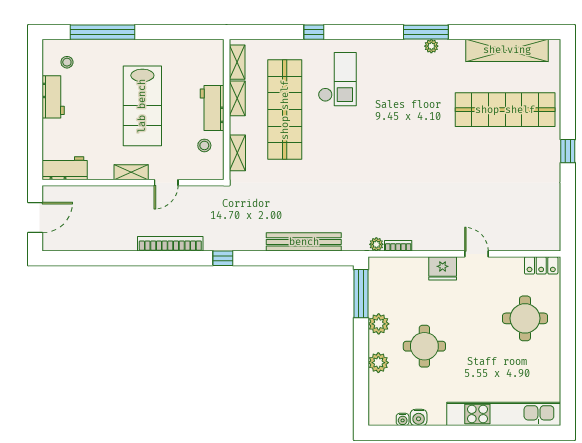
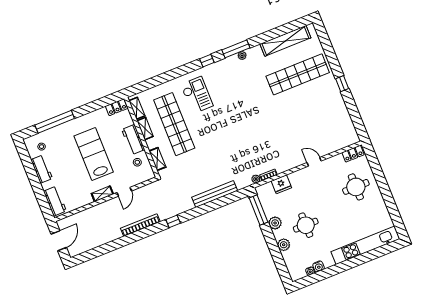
window: (314, 32) -> (207, 61), moved
locker: (207, 48) -> (117, 107), added
lab bench: (142, 106) -> (94, 154), turned 180
workbench: (65, 168) -> (55, 201), moved, turned 90
fridge: (443, 268) -> (281, 184), moved

